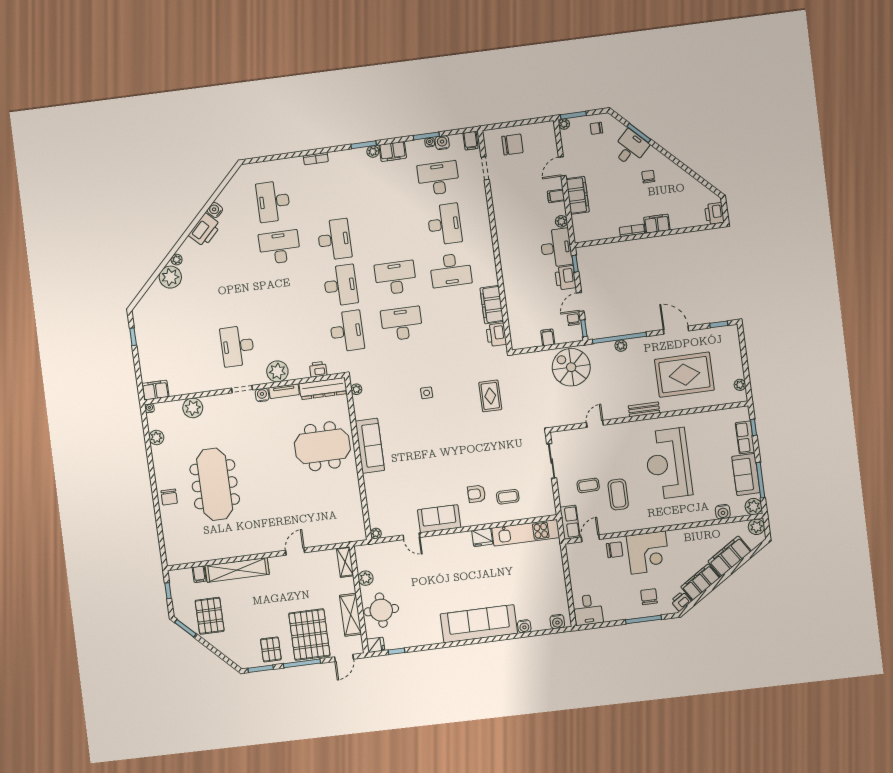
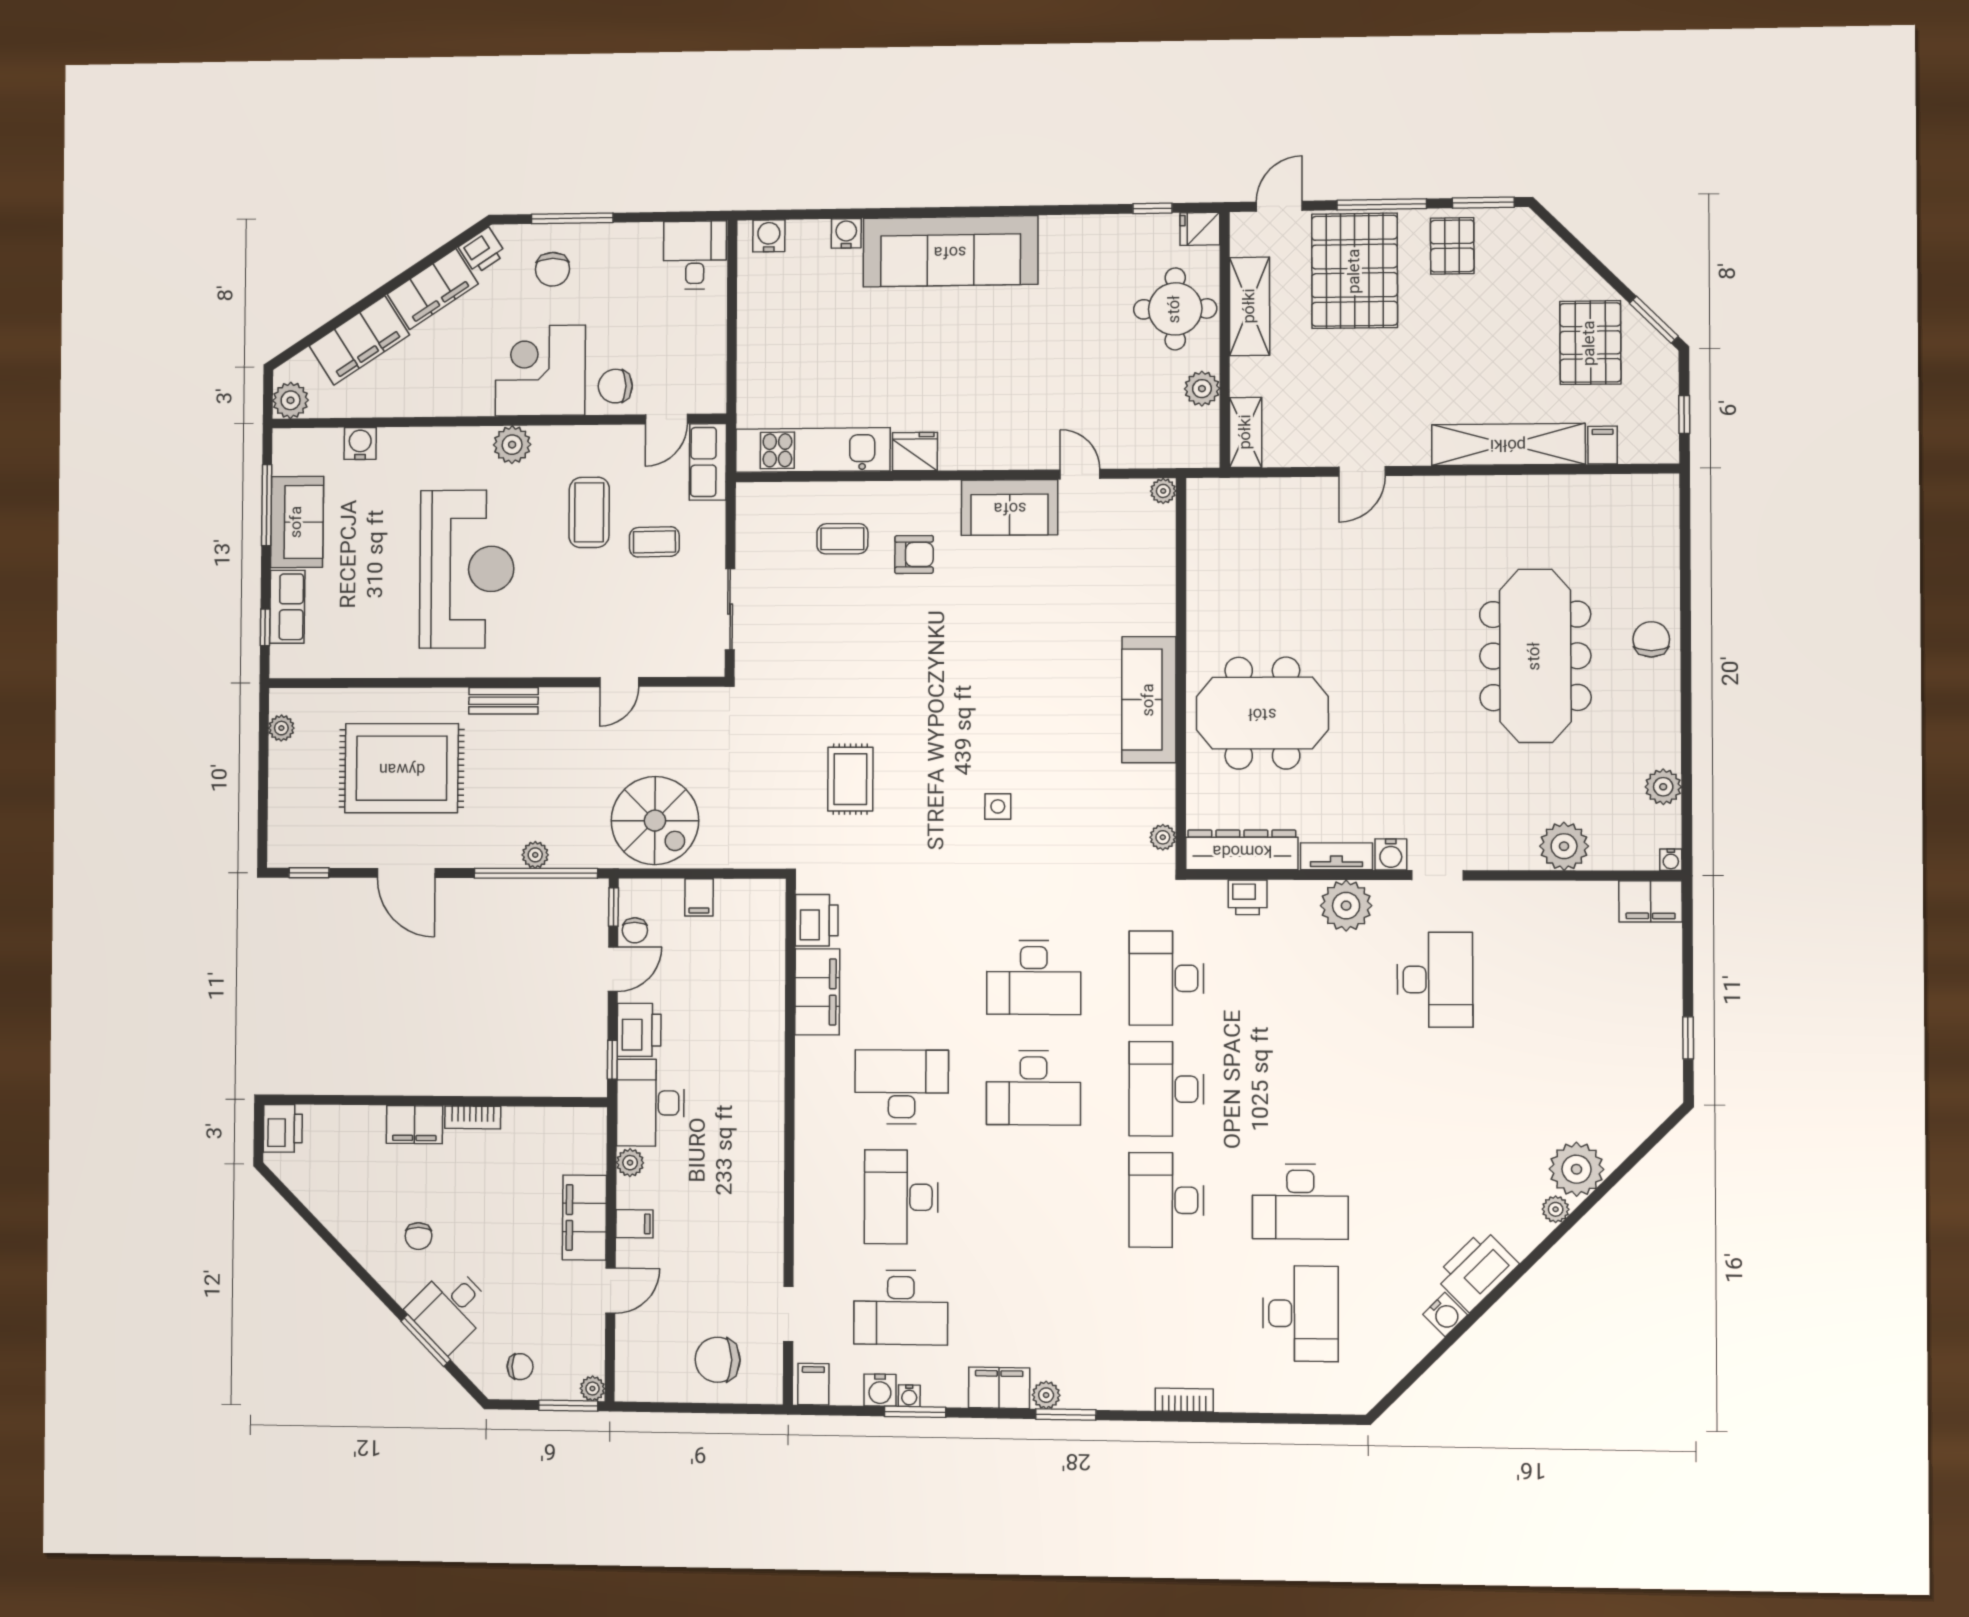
plant: (754, 507) -> (512, 445), moved

